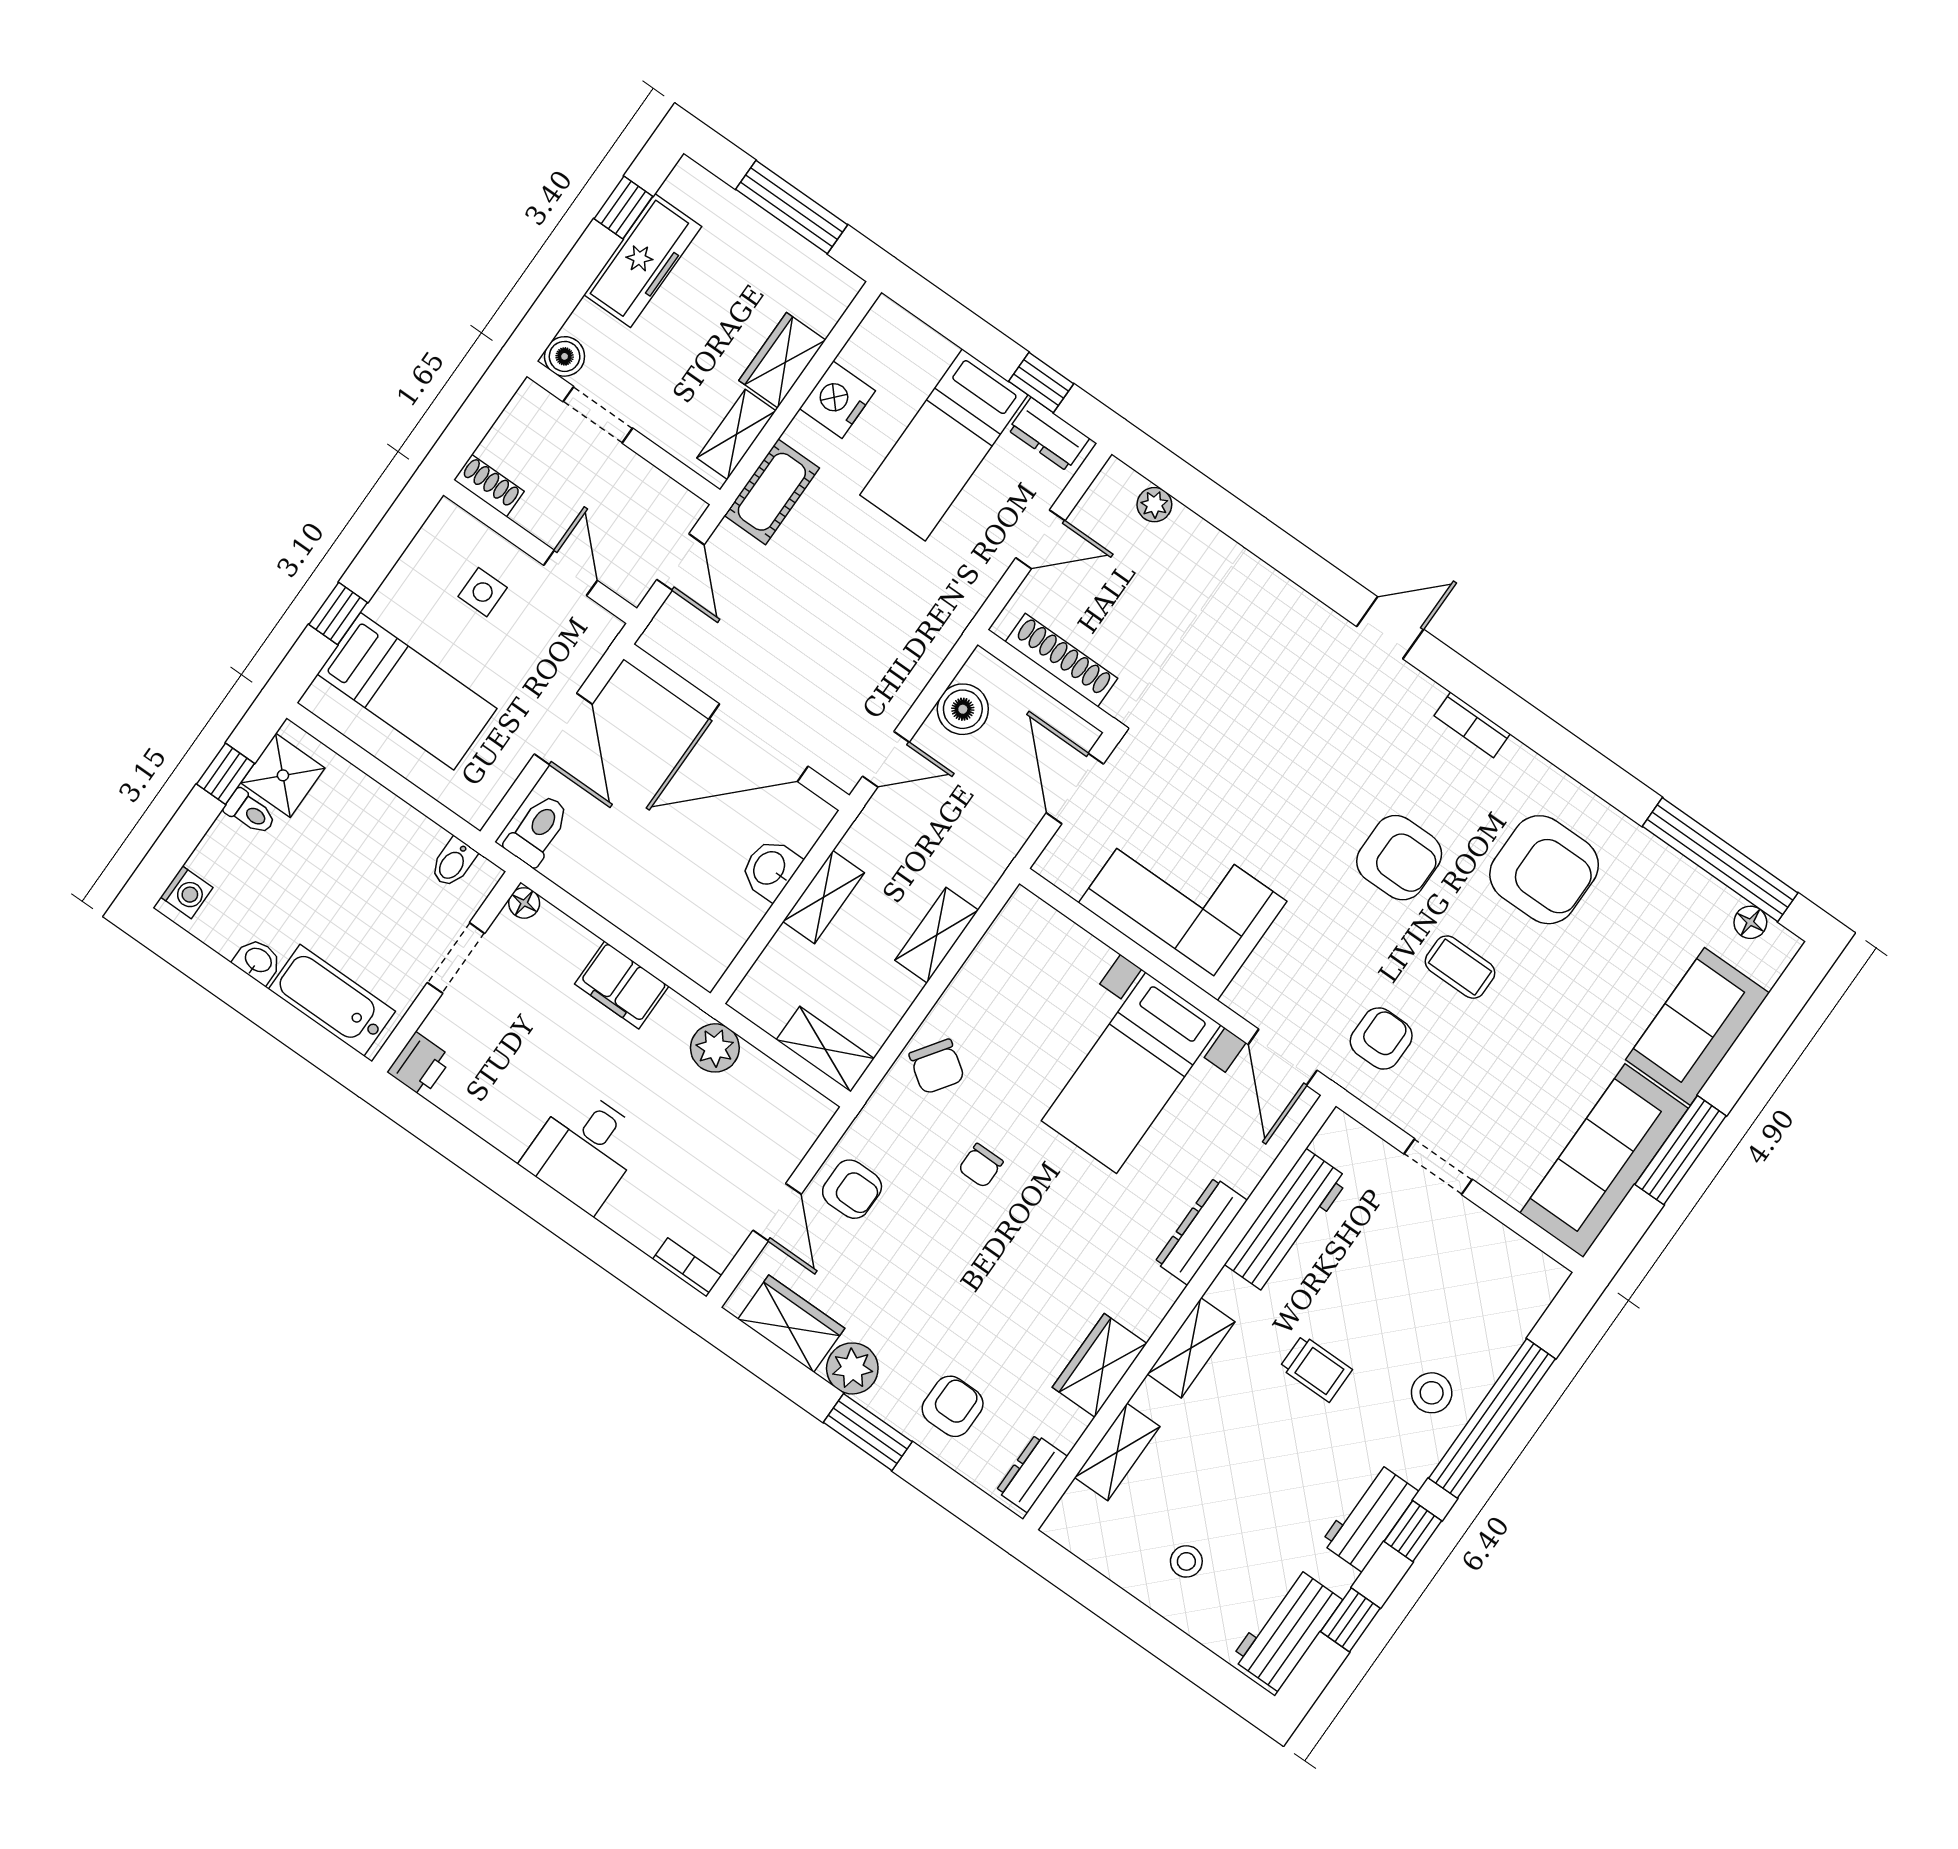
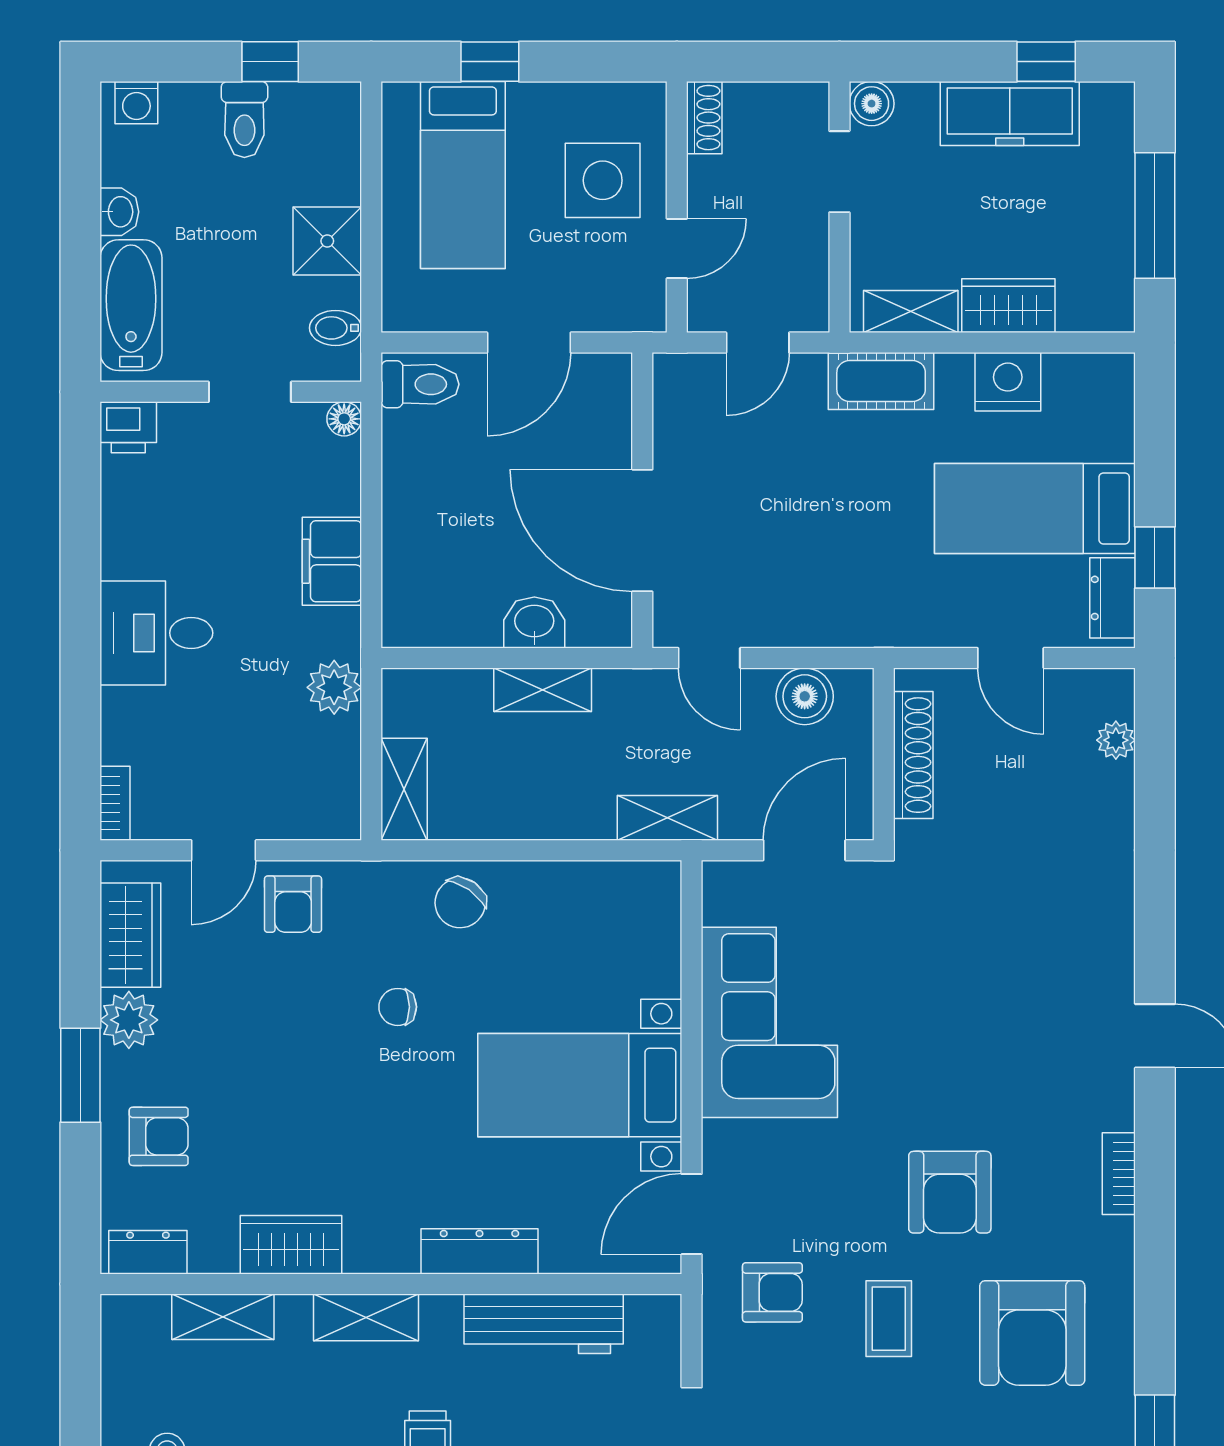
side table: (483, 592) -> (603, 180), width x1.87, depth x1.87
shower: (283, 775) -> (327, 241), moved
toilet: (250, 812) -> (244, 120), width x1.37, depth x1.39
shelving: (937, 935) -> (667, 818), moved

